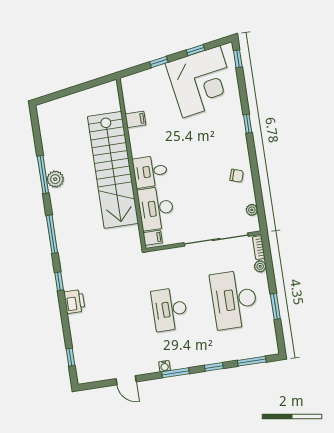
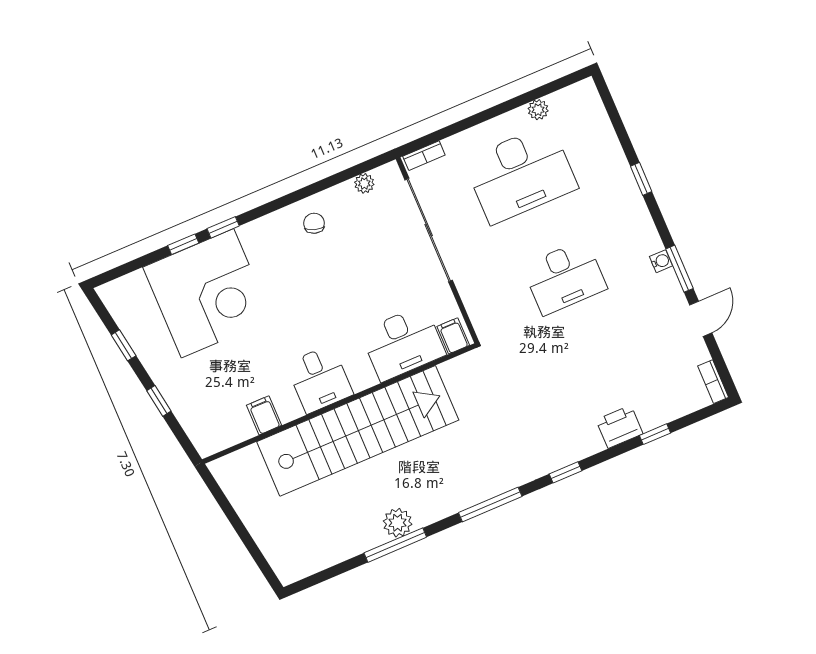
window: (238, 59) -> (183, 244), moved
corner desk: (201, 82) -> (207, 293), moved, turned 99
desk: (150, 172) -> (319, 379), moved
plant: (260, 266) -> (538, 110), moved
printer: (74, 301) -> (619, 427), moved
window: (275, 306) -> (514, 103), removed
window: (71, 357) -> (655, 434), moved
window: (252, 361) -> (615, 119), removed
window: (175, 373) -> (679, 269), moved
bookcase: (89, 378) -> (713, 382), added

